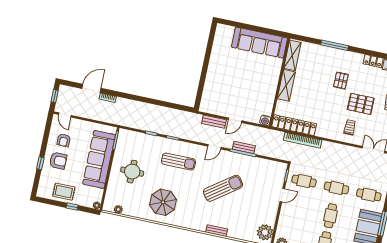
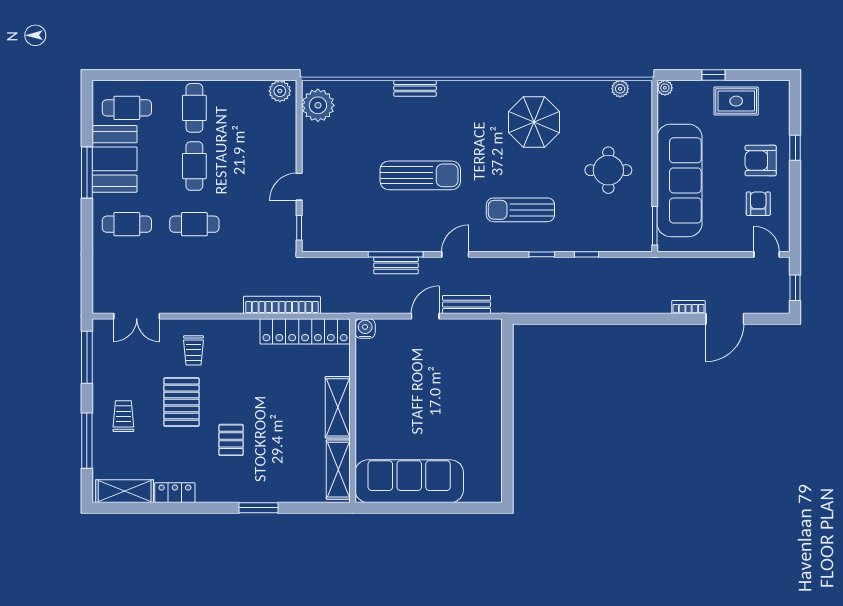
window: (335, 45) -> (259, 508), width x0.69
pallet: (361, 104) -> (182, 402), turned 90
cafe table: (304, 181) -> (262, 224), removed
sun lounger: (223, 188) -> (420, 175), turned -144

